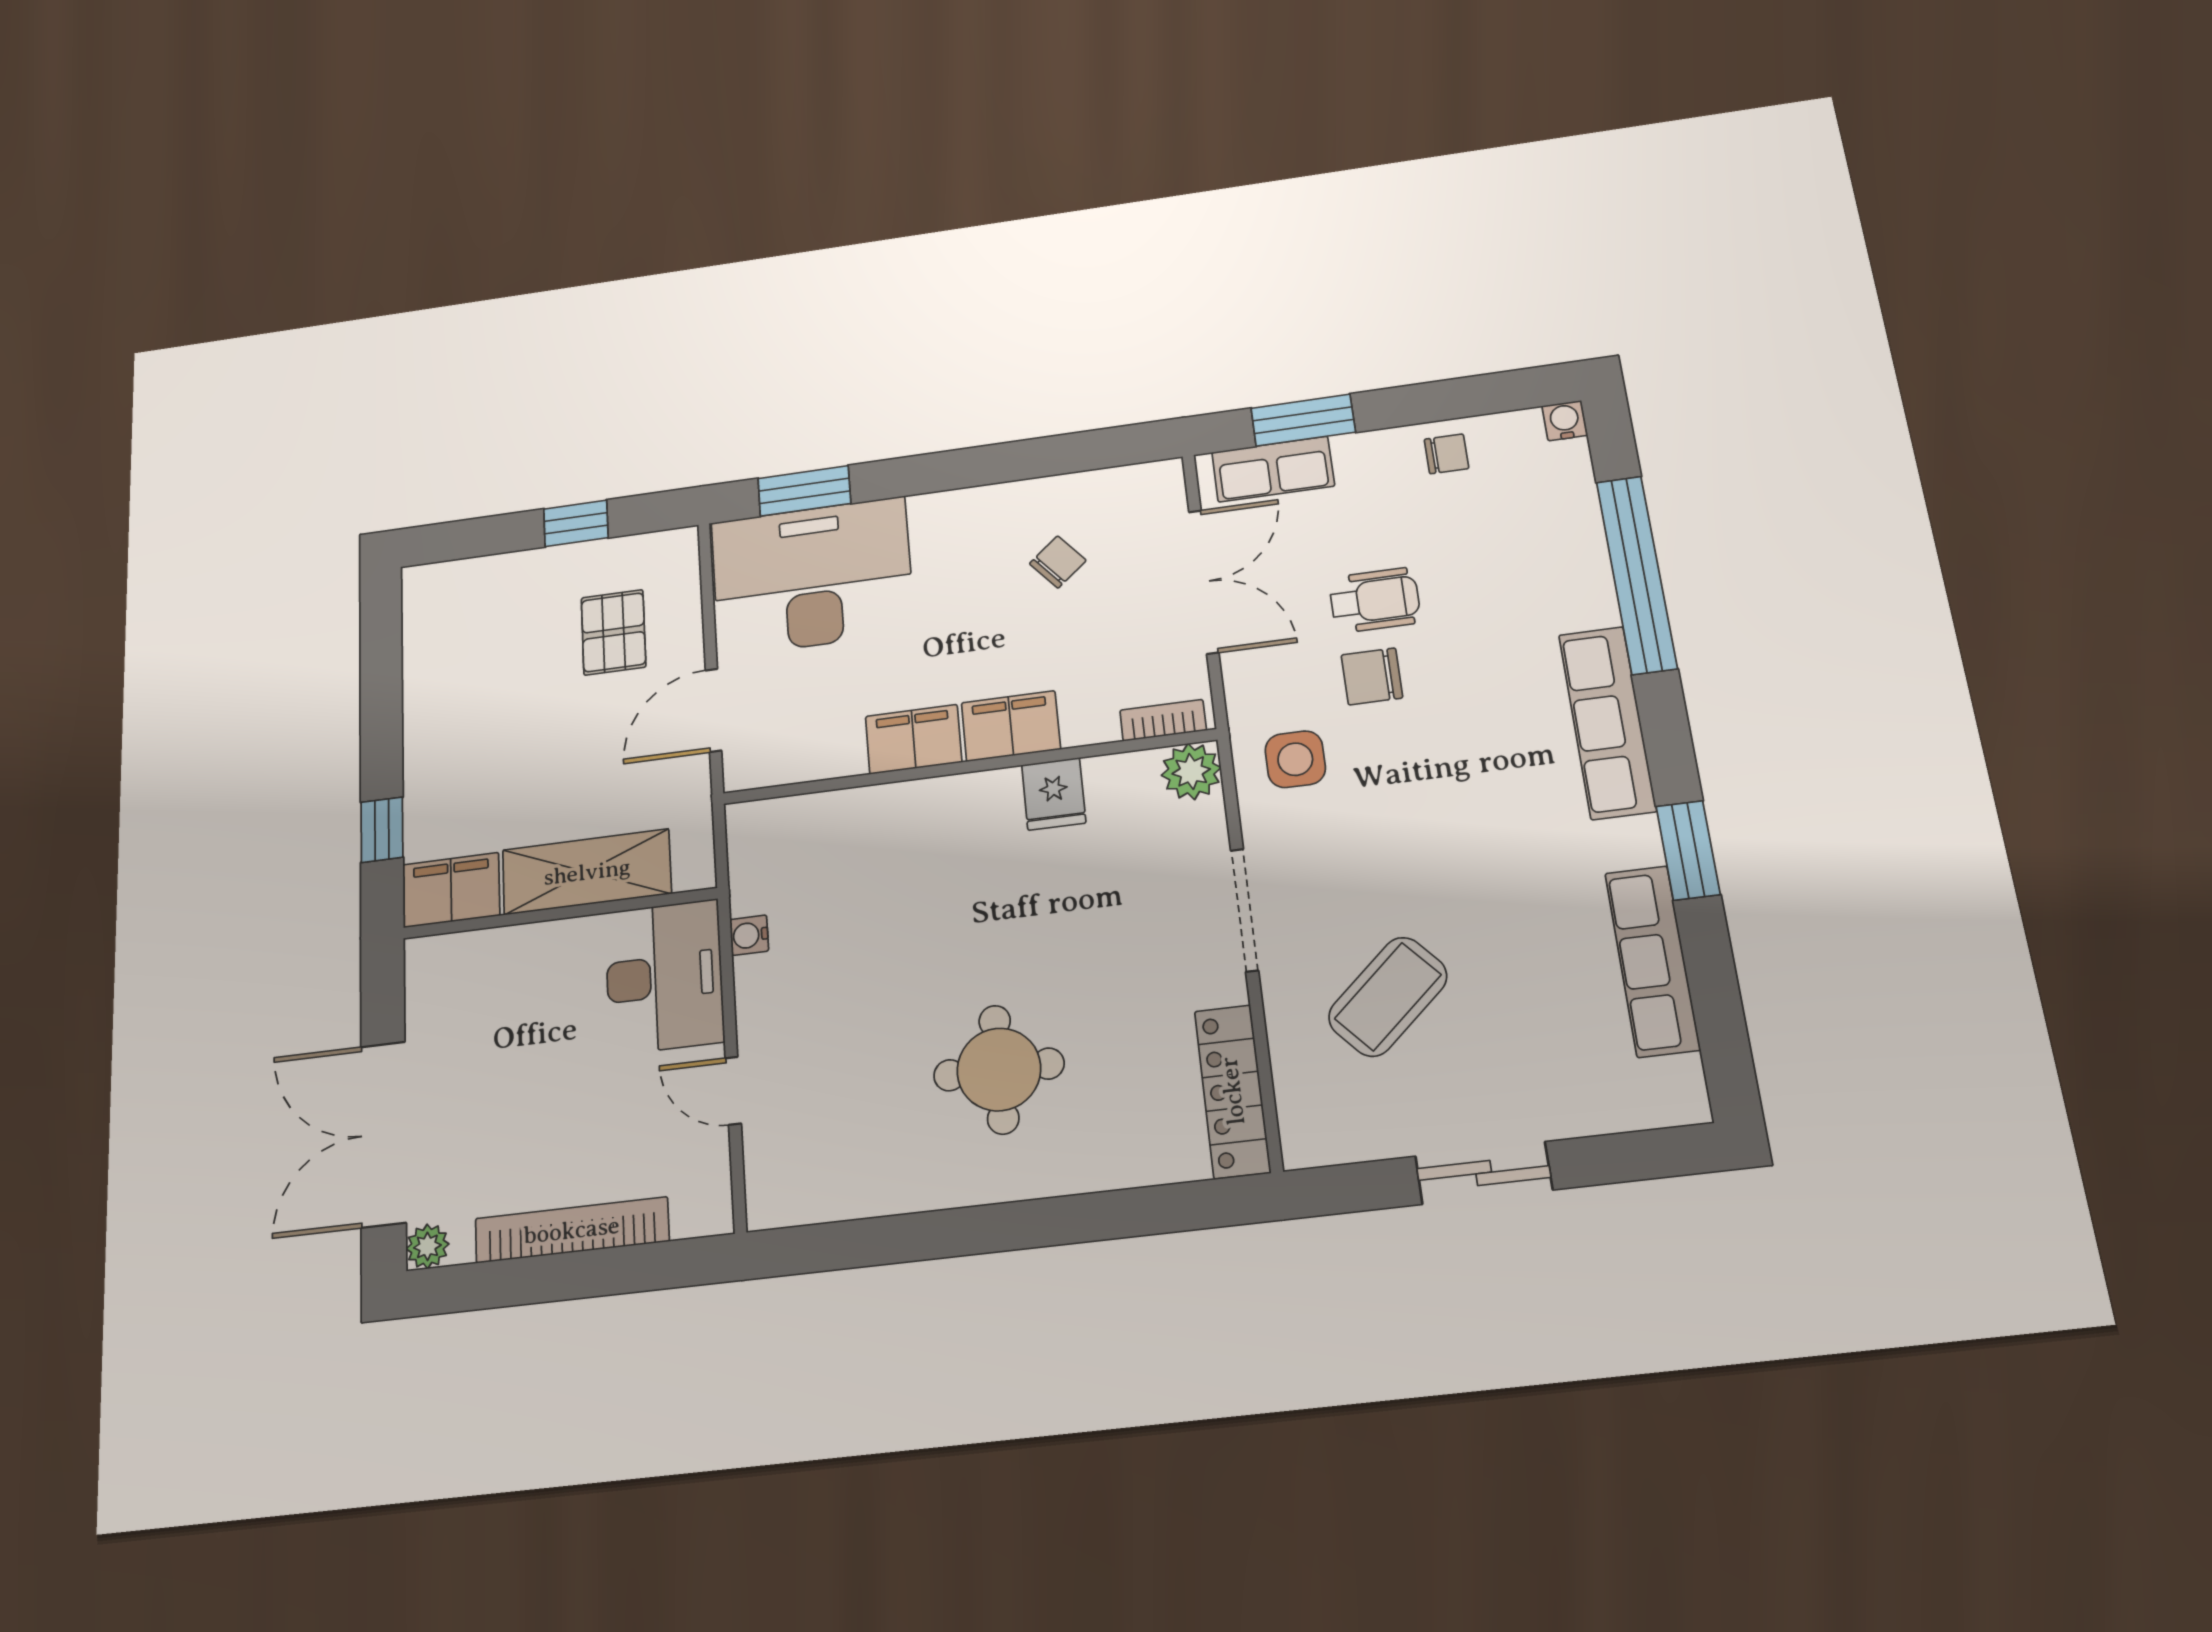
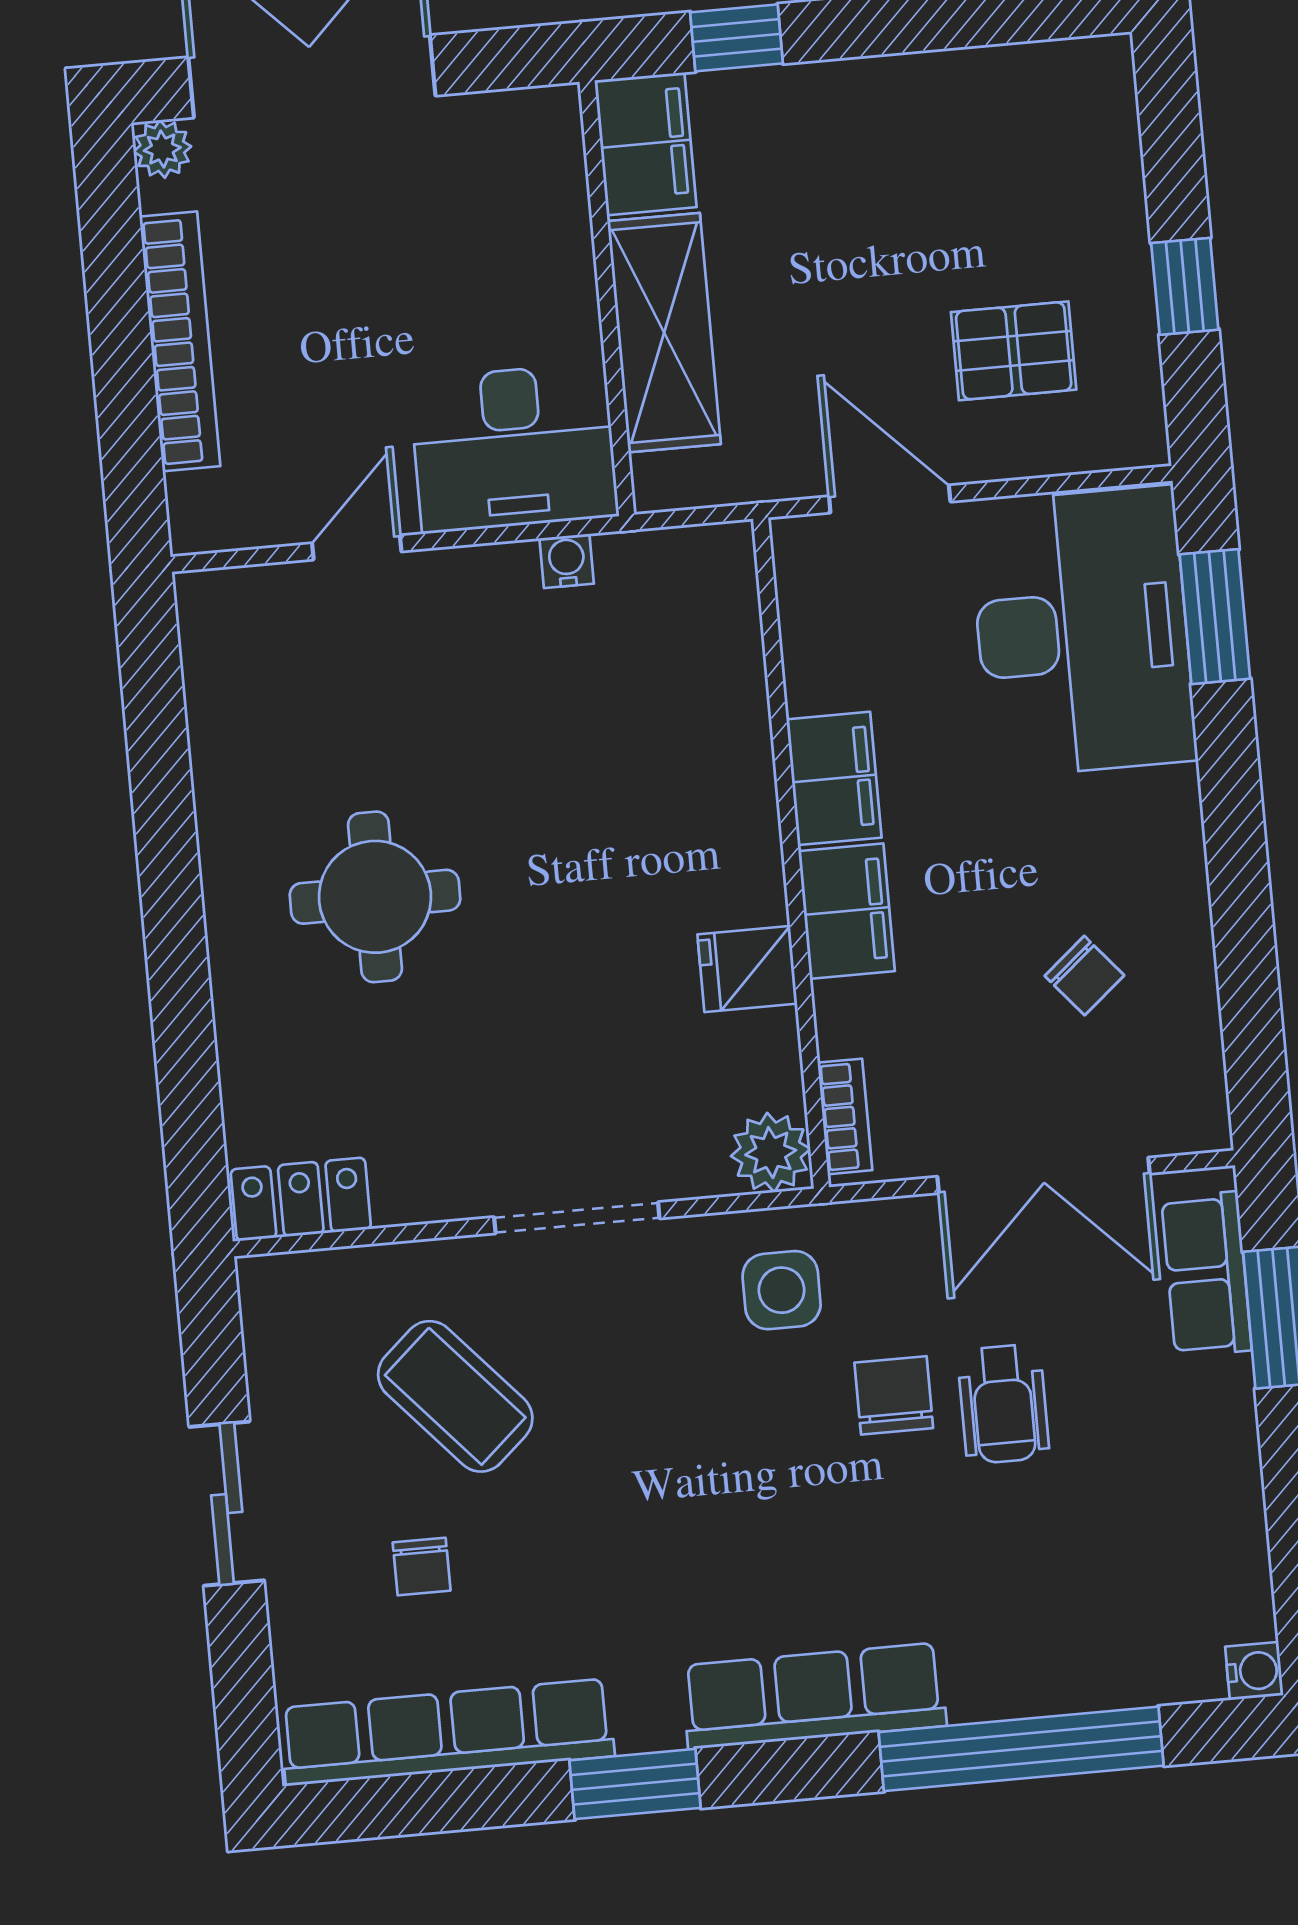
chair: (1447, 454) -> (422, 1567), moved
row of seats: (1652, 961) -> (447, 1732), width x1.36
locker: (1232, 1091) -> (301, 1199), width x0.66

